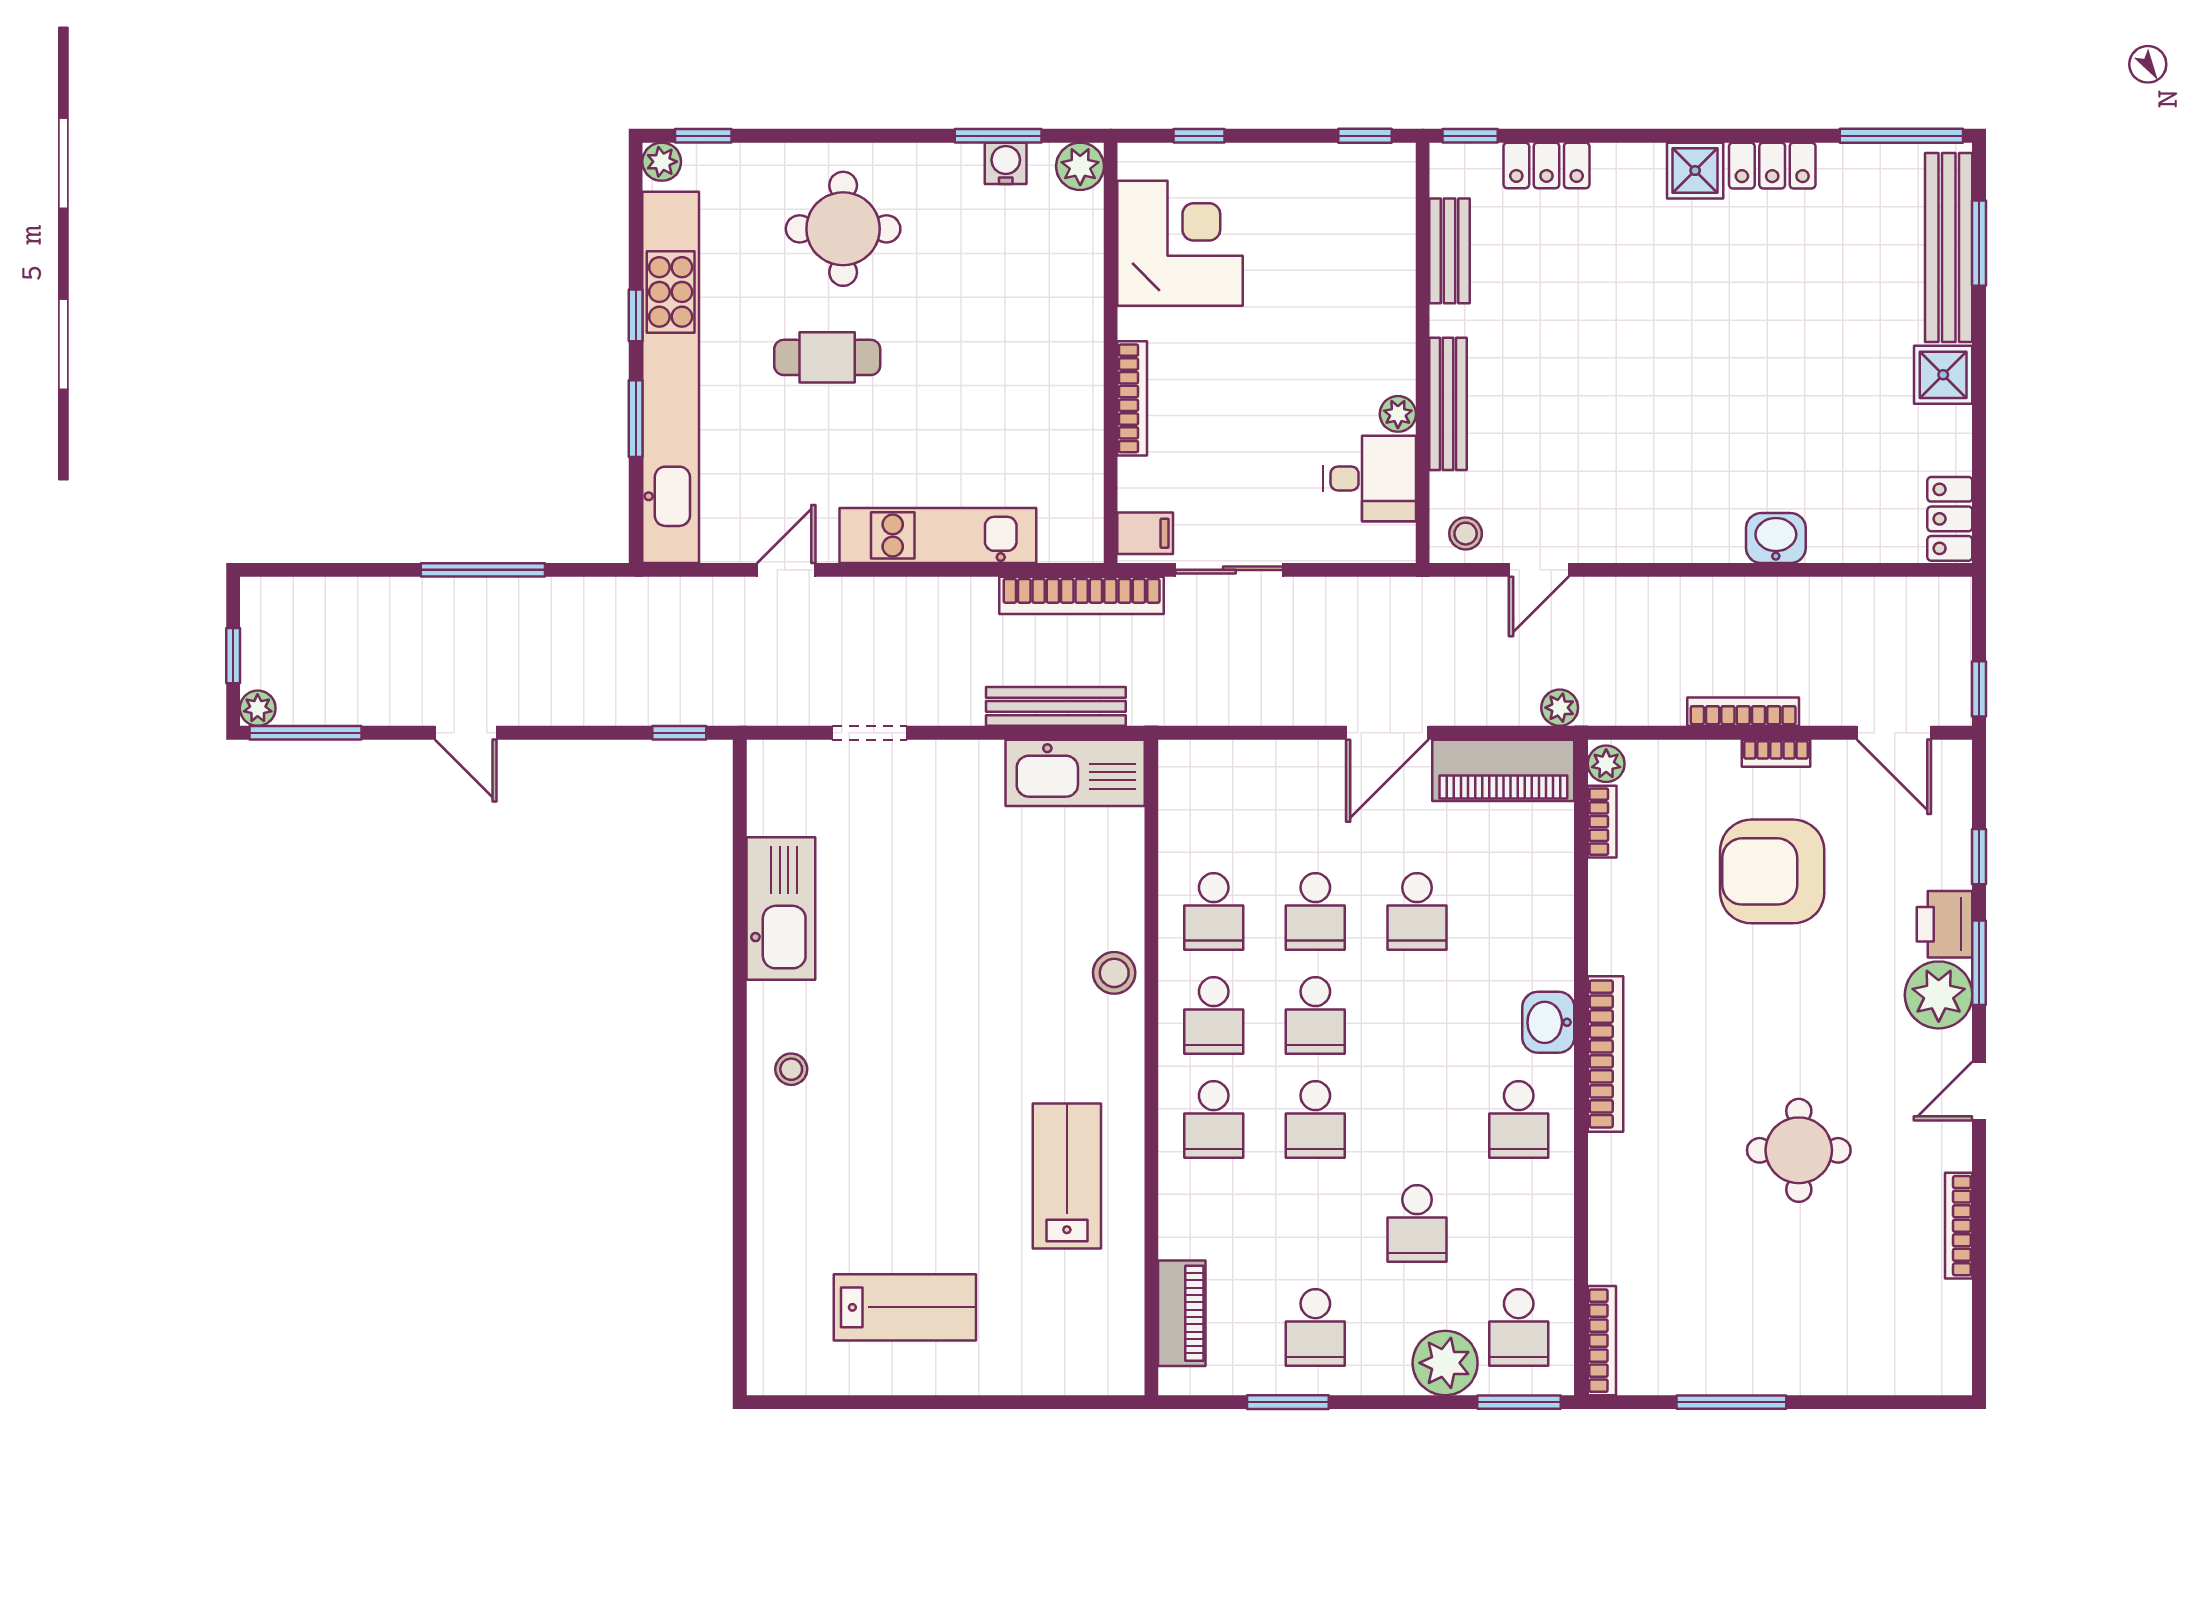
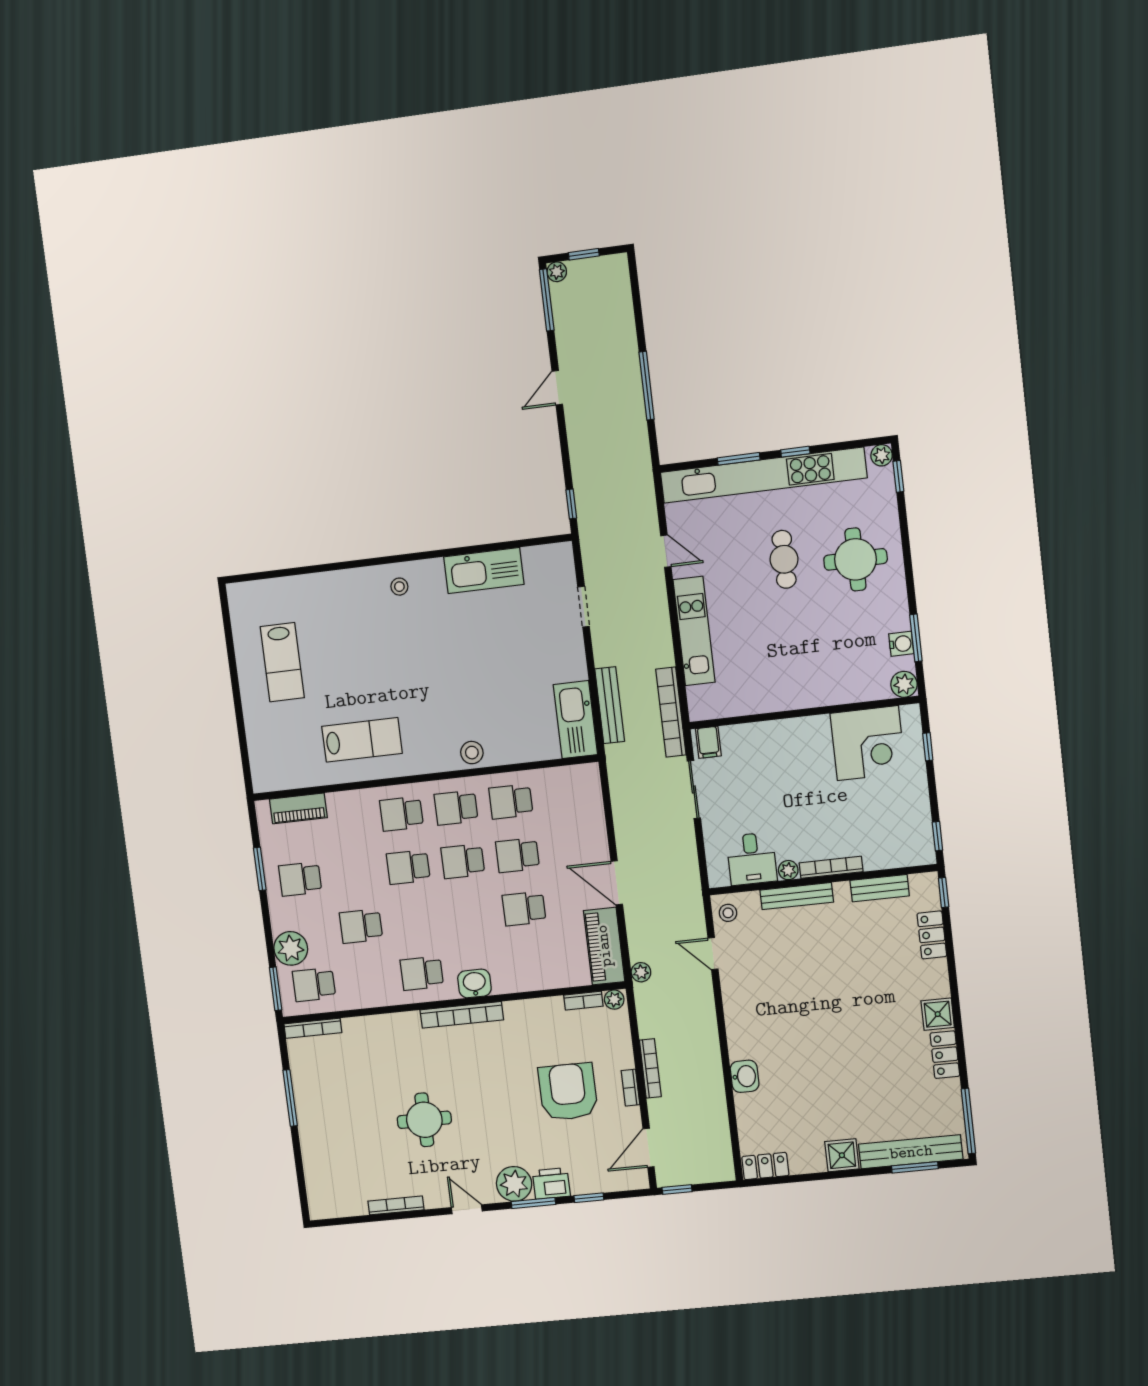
bookcase: (1132, 398) -> (831, 867), moved, turned 180

